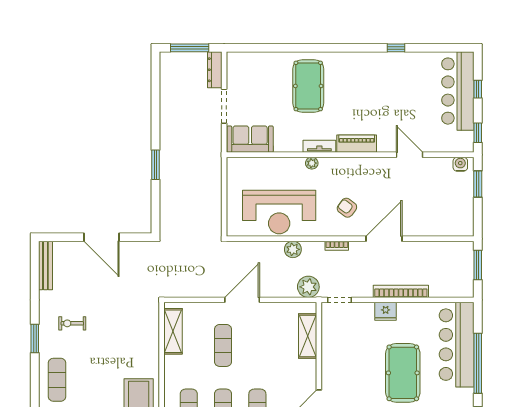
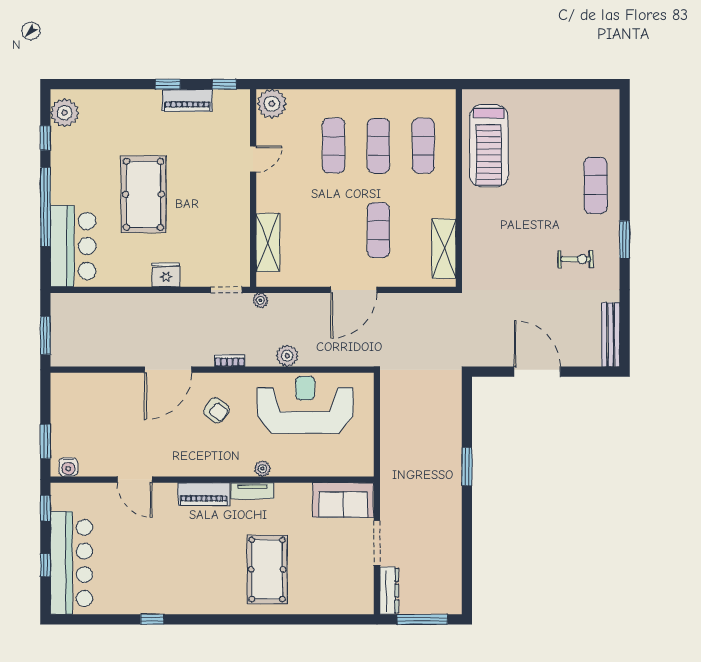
plant: (308, 287) -> (260, 300), width x0.53, depth x0.53
bookcase: (401, 291) -> (146, 301), removed
bar counter: (457, 345) -> (73, 246), width x0.73

